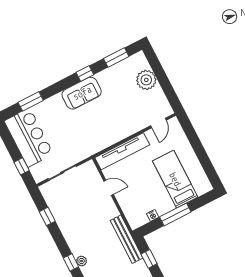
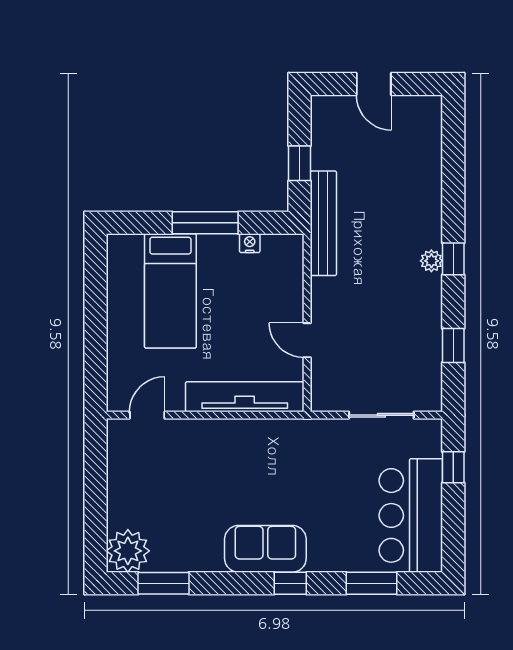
window: (85, 74) -> (290, 583), moved
plant: (146, 80) -> (128, 551), moved
plant: (82, 261) -> (431, 261), moved
window: (71, 262) -> (453, 259), moved

